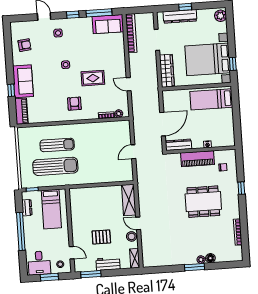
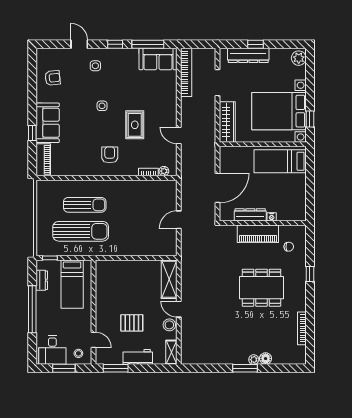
rug: (93, 78) -> (135, 125), turned 90
dresser: (179, 145) -> (250, 215), moved

